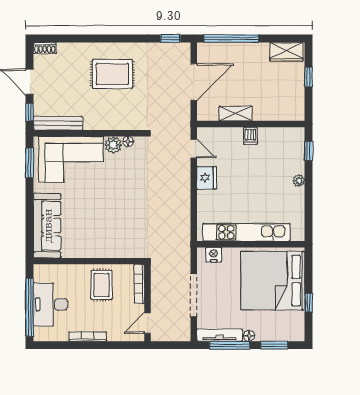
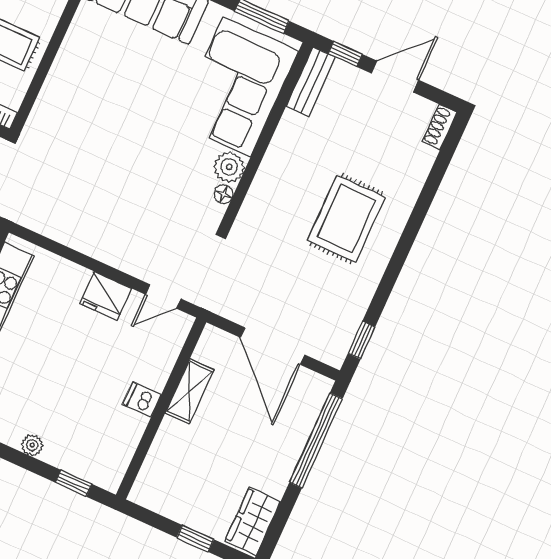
bench: (58, 123) -> (311, 82), width x0.73

